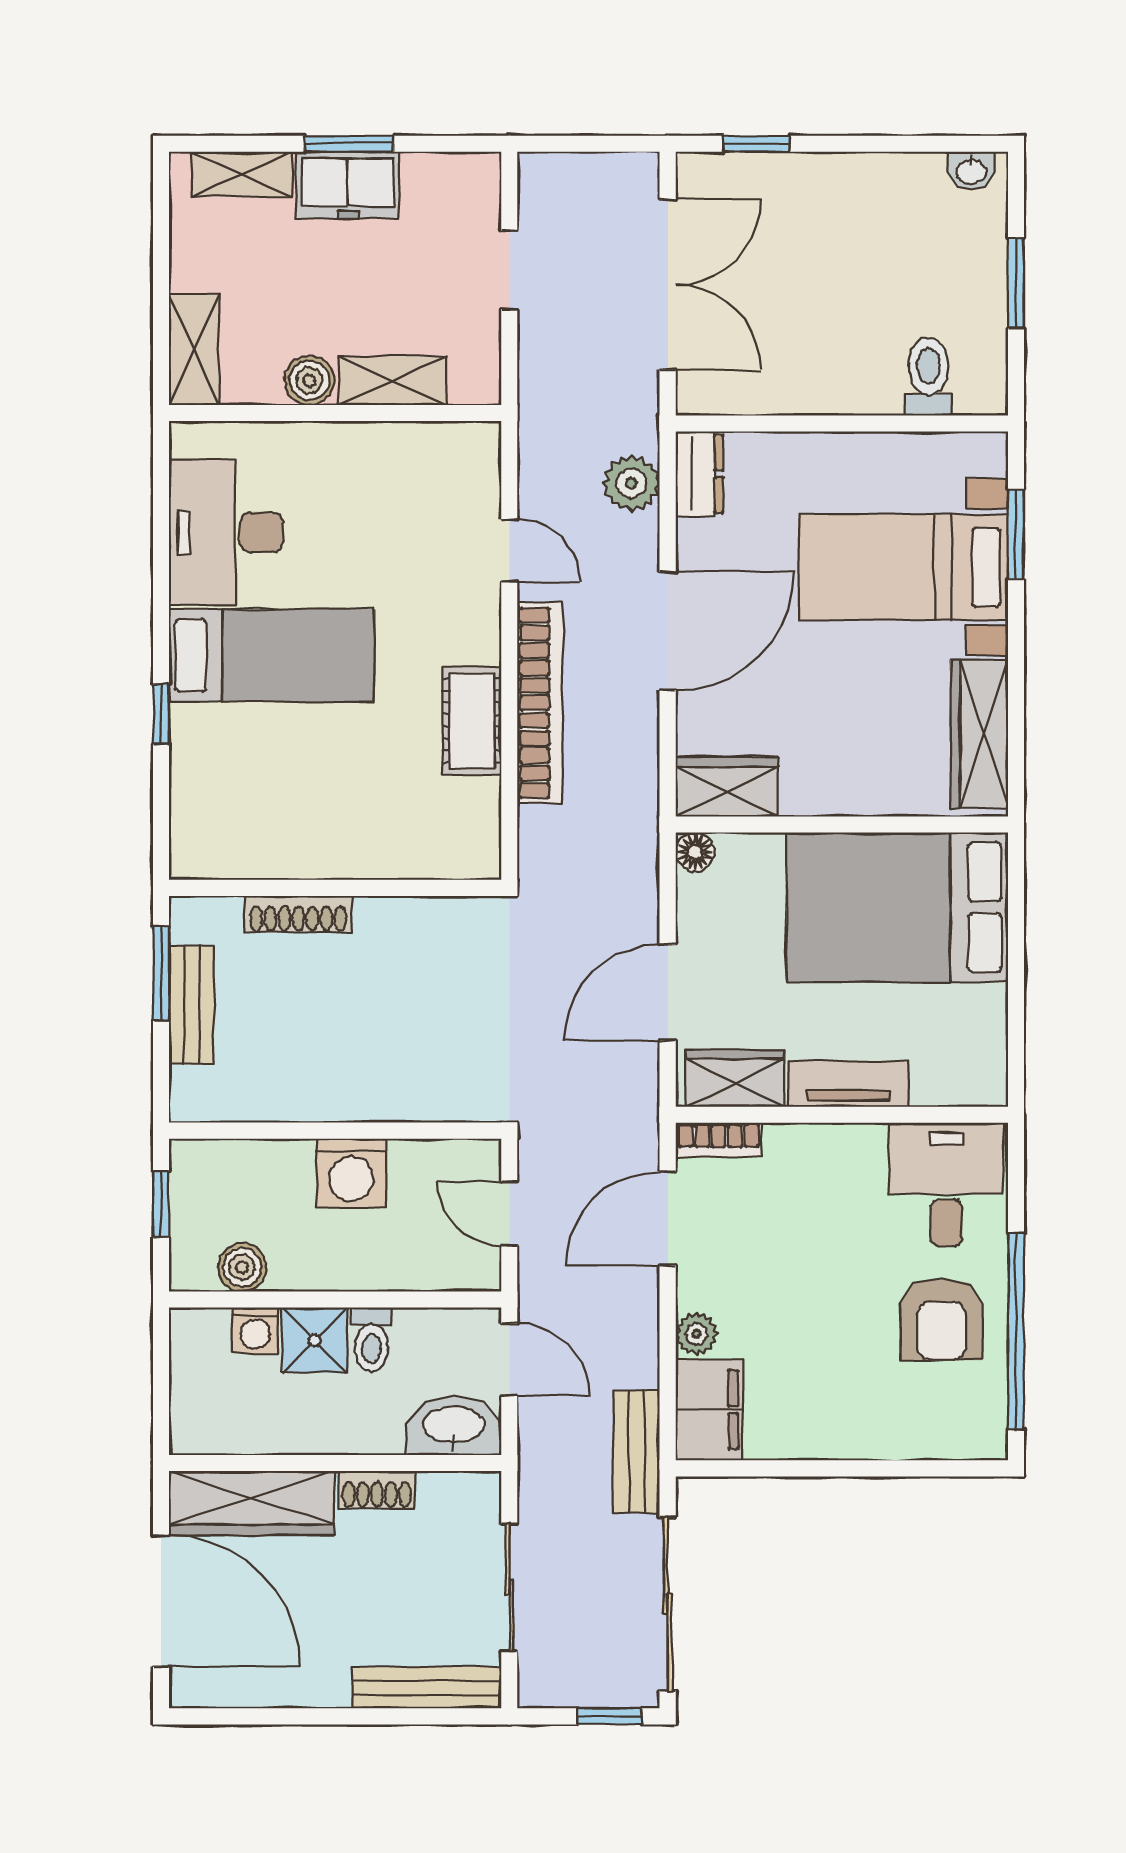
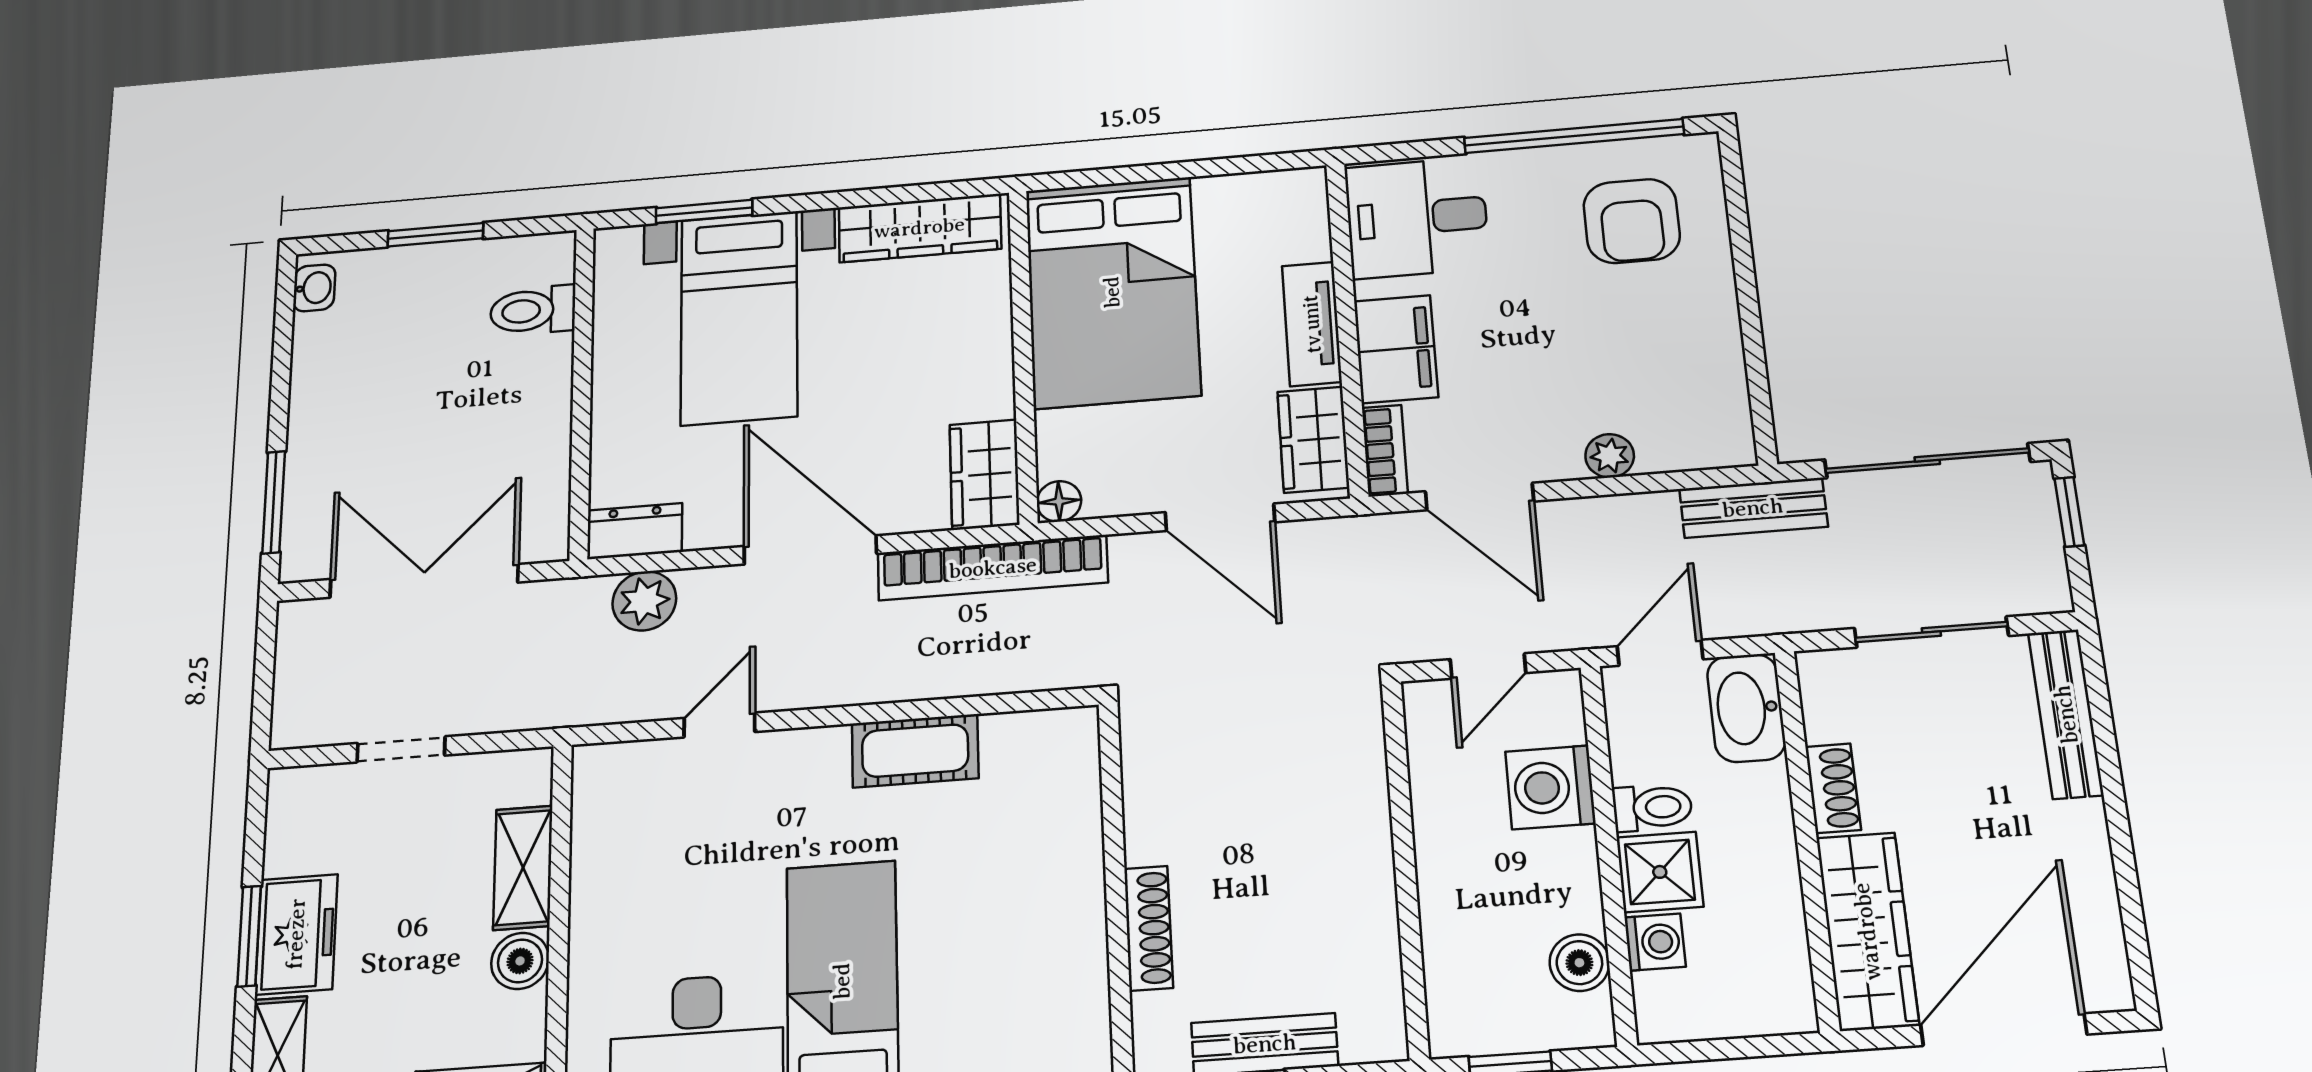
window: (757, 144) -> (274, 502), width x1.50
bookcase: (540, 703) -> (993, 568), moved, turned 180
washing machine: (351, 1173) -> (1550, 787), moved, turned 180
armchair: (941, 1319) -> (1632, 221), moved, turned 90
filing cabinet: (709, 1410) -> (1396, 349), moved, turned 90

